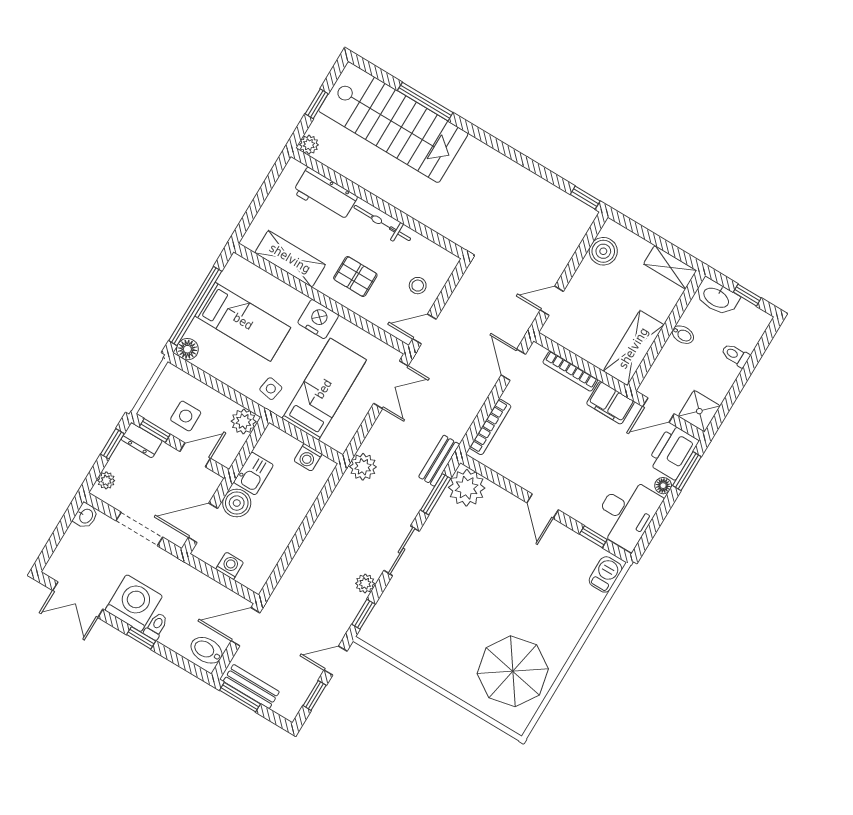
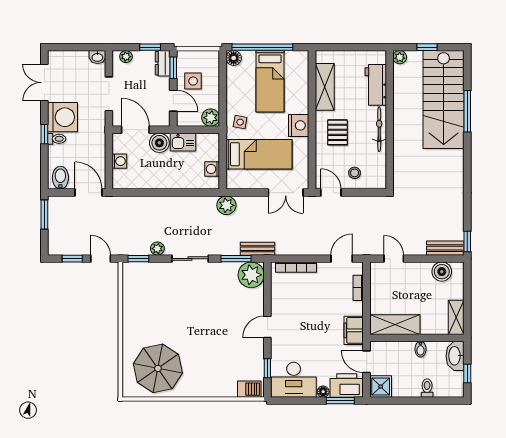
bookcase: (570, 371) -> (358, 288), width x0.64
bench: (251, 687) -> (445, 248), moved, turned 90

